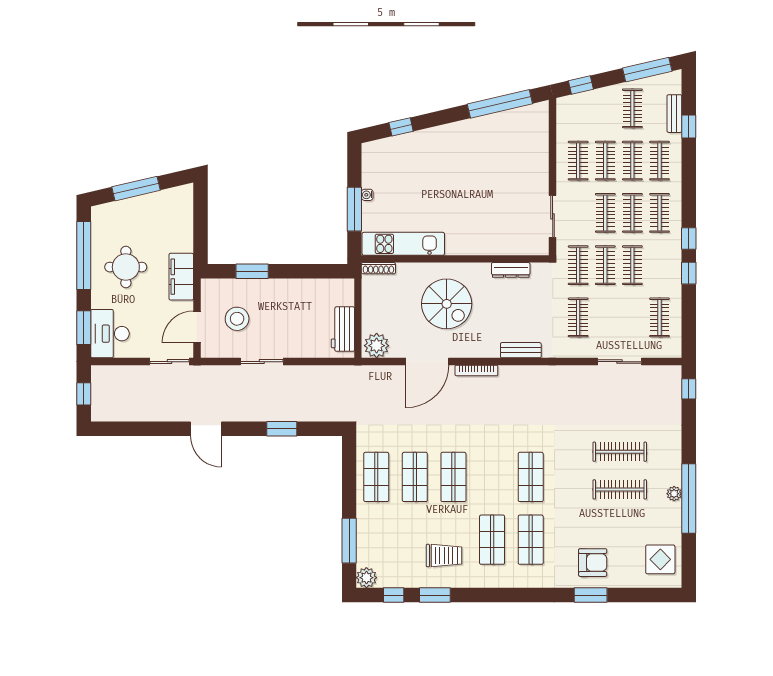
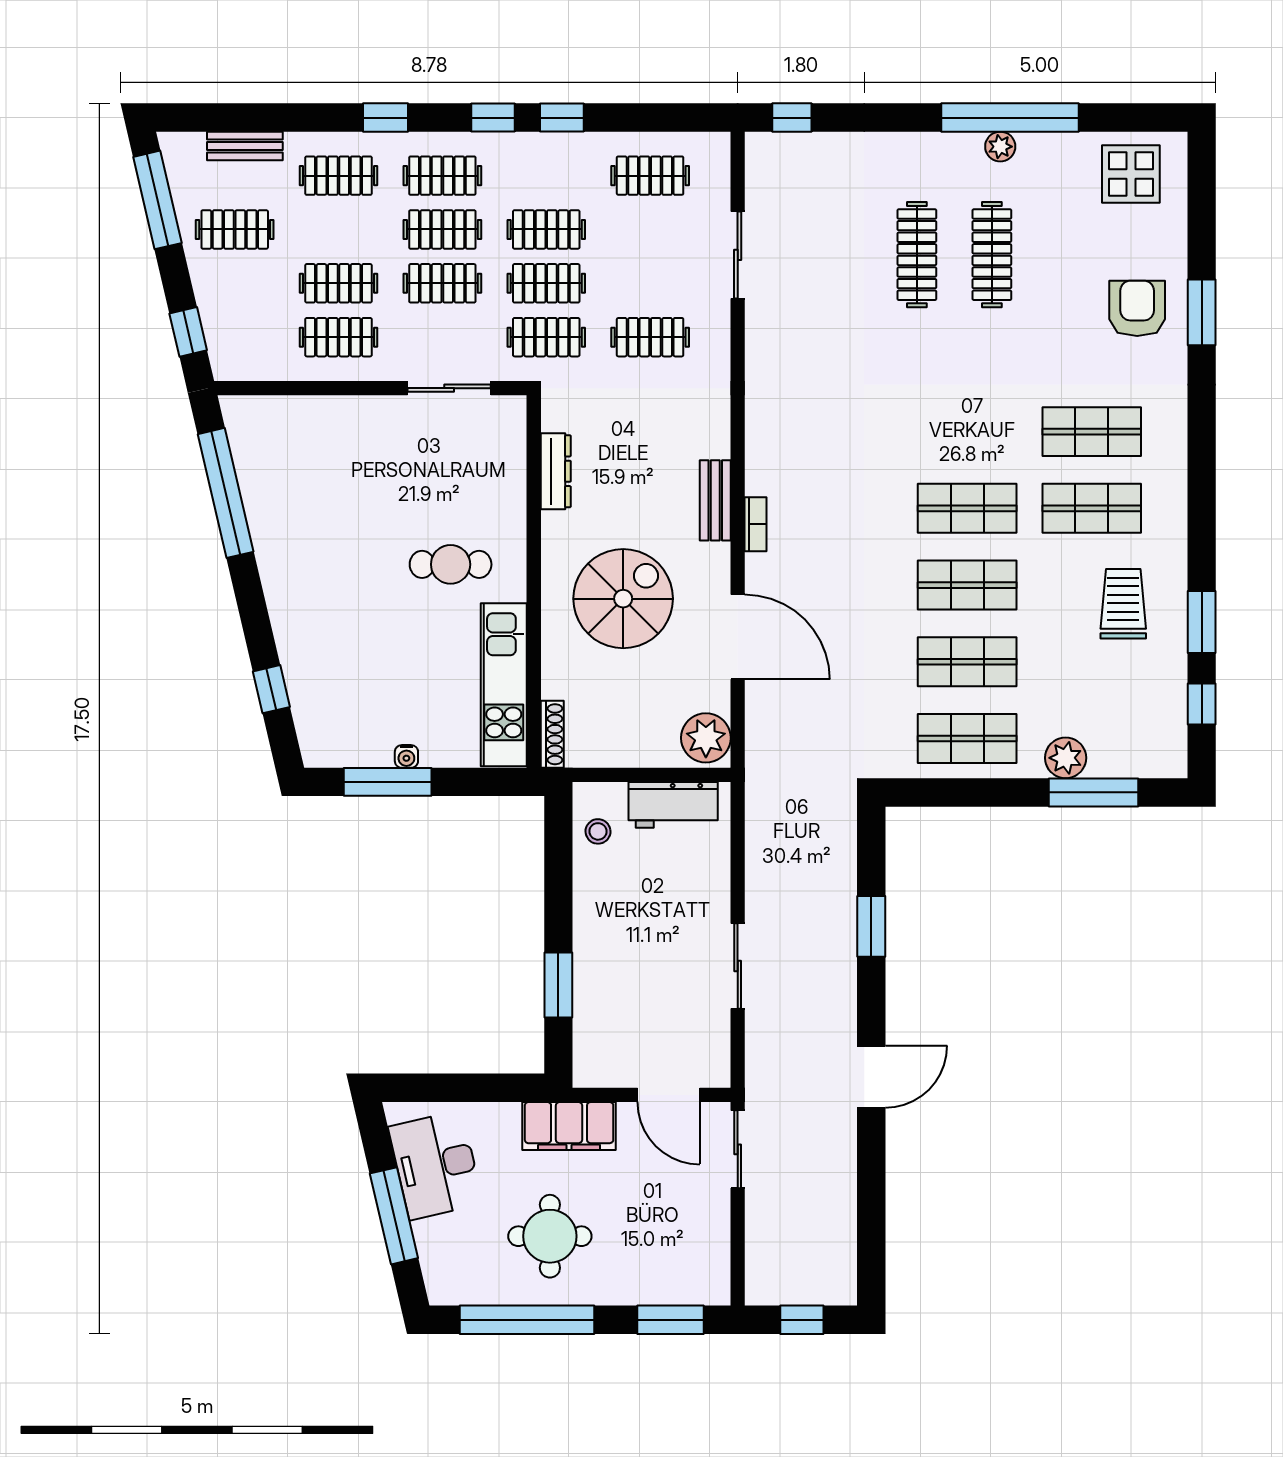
window: (689, 127) -> (386, 118), moved
clothes rail: (632, 161) -> (339, 229), removed
window: (354, 209) -> (388, 782), moved
cafe table: (464, 217) -> (451, 564), added
stool: (237, 319) -> (598, 831), moved, width x0.53, depth x0.53
desk: (110, 334) -> (436, 1165), moved, turned 77
bench: (521, 350) -> (715, 500), moved
bookcase: (476, 371) -> (756, 524), width x0.64
shop shelf: (531, 477) -> (967, 508), moved
plant: (366, 578) -> (1066, 758), moved

